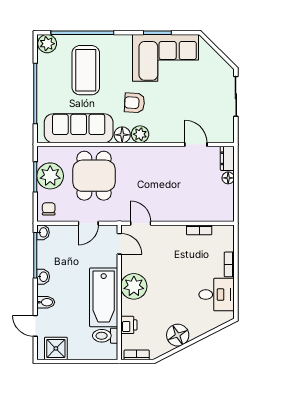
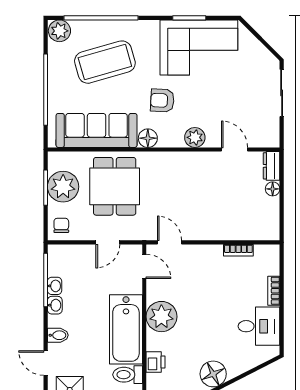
coffee table: (86, 70) -> (105, 62), turned 74
plant: (140, 134) -> (195, 137), moved
washbasin: (43, 232) -> (55, 286), moved

